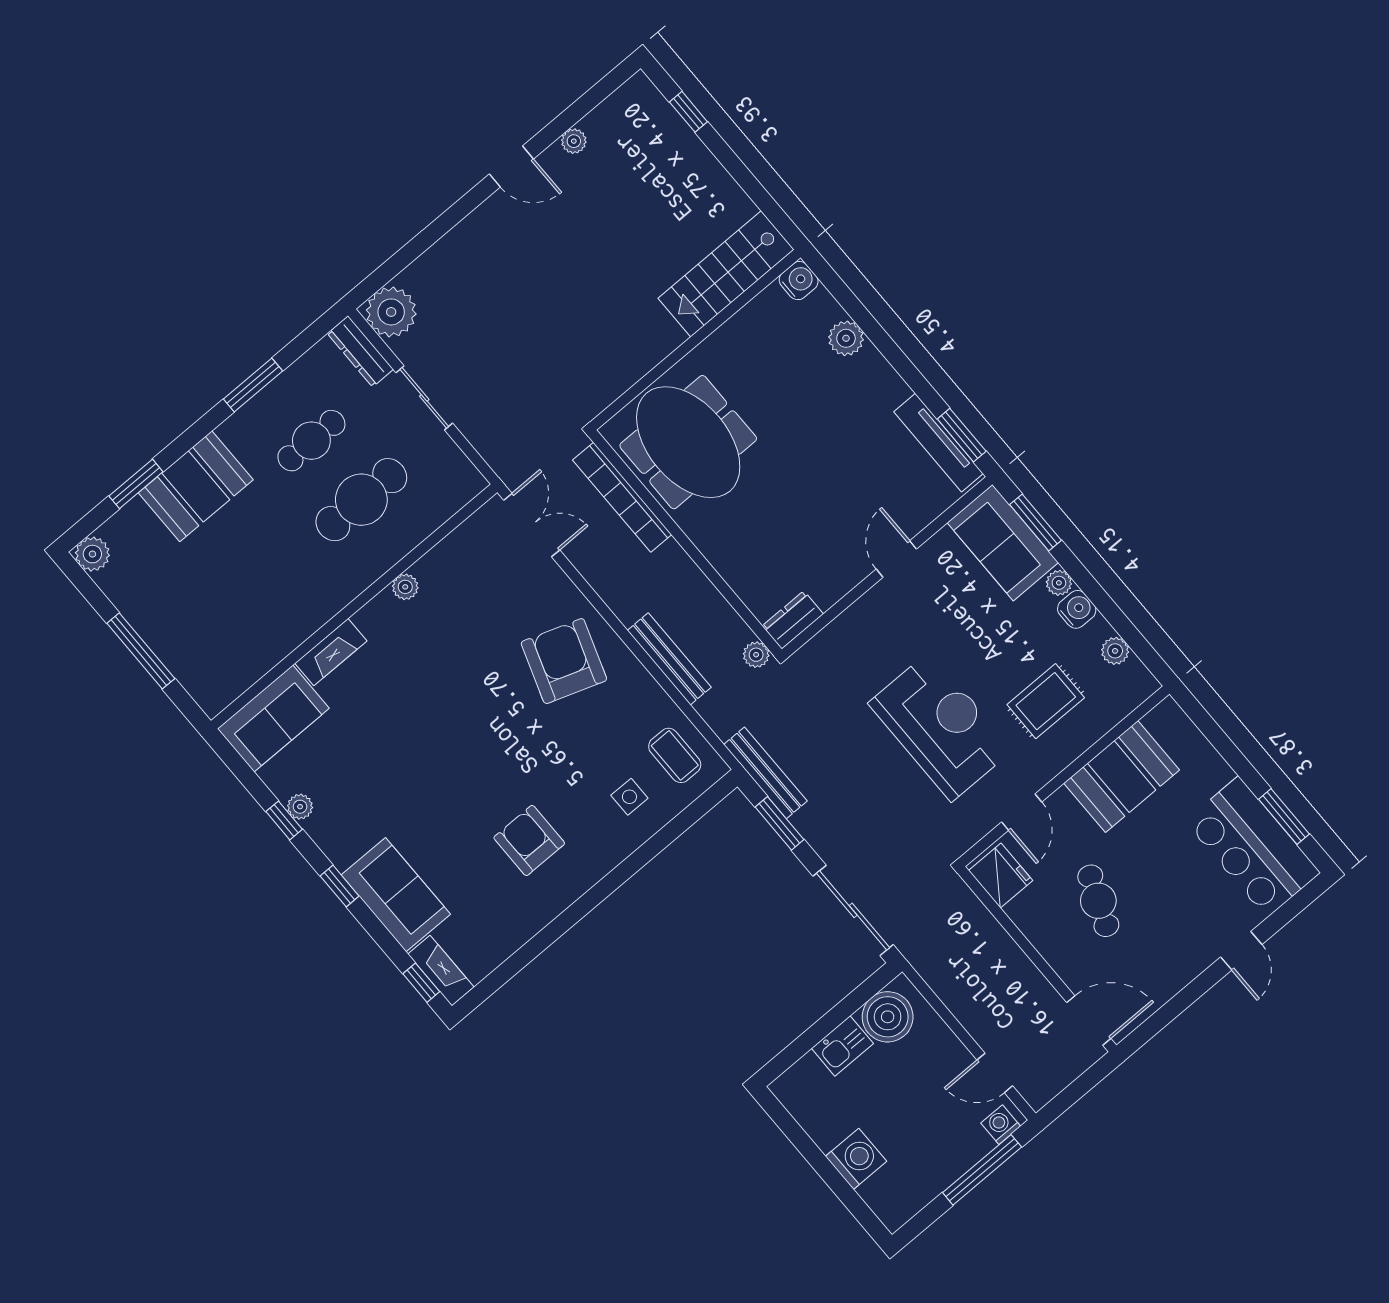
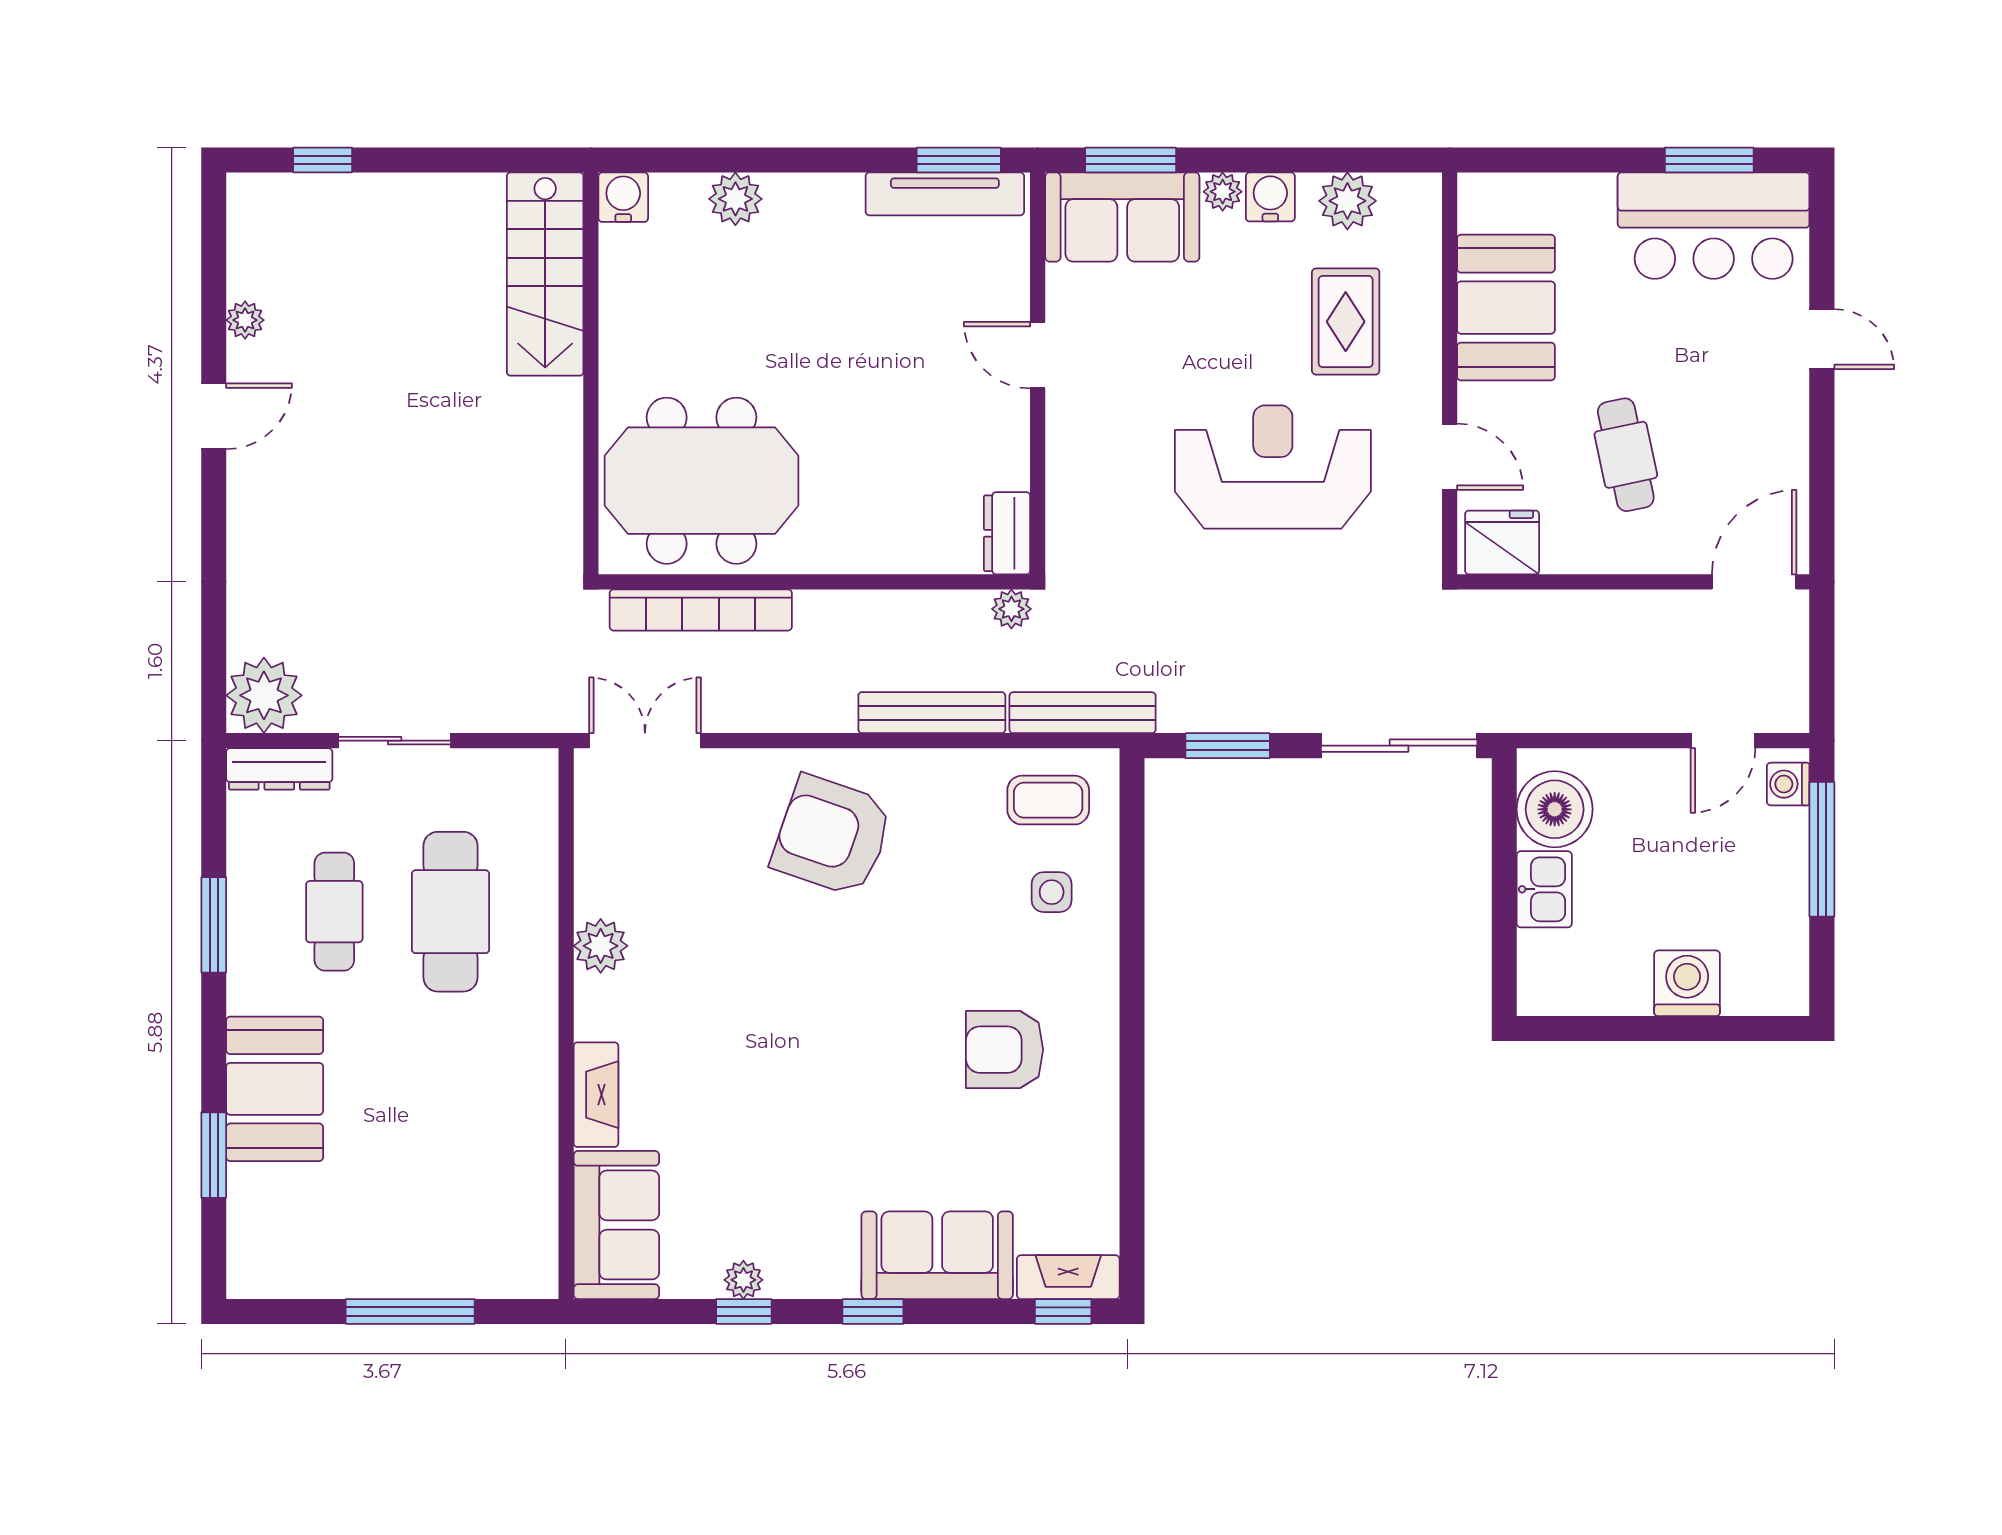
plant: (92, 554) -> (252, 1273), removed
plant: (405, 587) -> (601, 946), width x1.38, depth x1.38
plant: (1115, 651) -> (1347, 201), width x1.38, depth x1.38
bench: (765, 773) -> (1083, 713), moved
cafe table: (1098, 901) -> (1626, 455), turned 56

